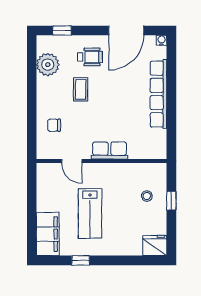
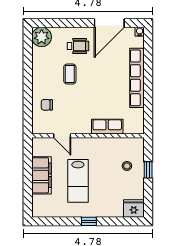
window: (62, 30) -> (54, 23), removed
plant: (48, 65) -> (42, 37), moved
row of seats: (109, 150) -> (107, 127), moved
filing cabinet: (48, 234) -> (41, 175), moved
window: (81, 260) -> (89, 221), moved

